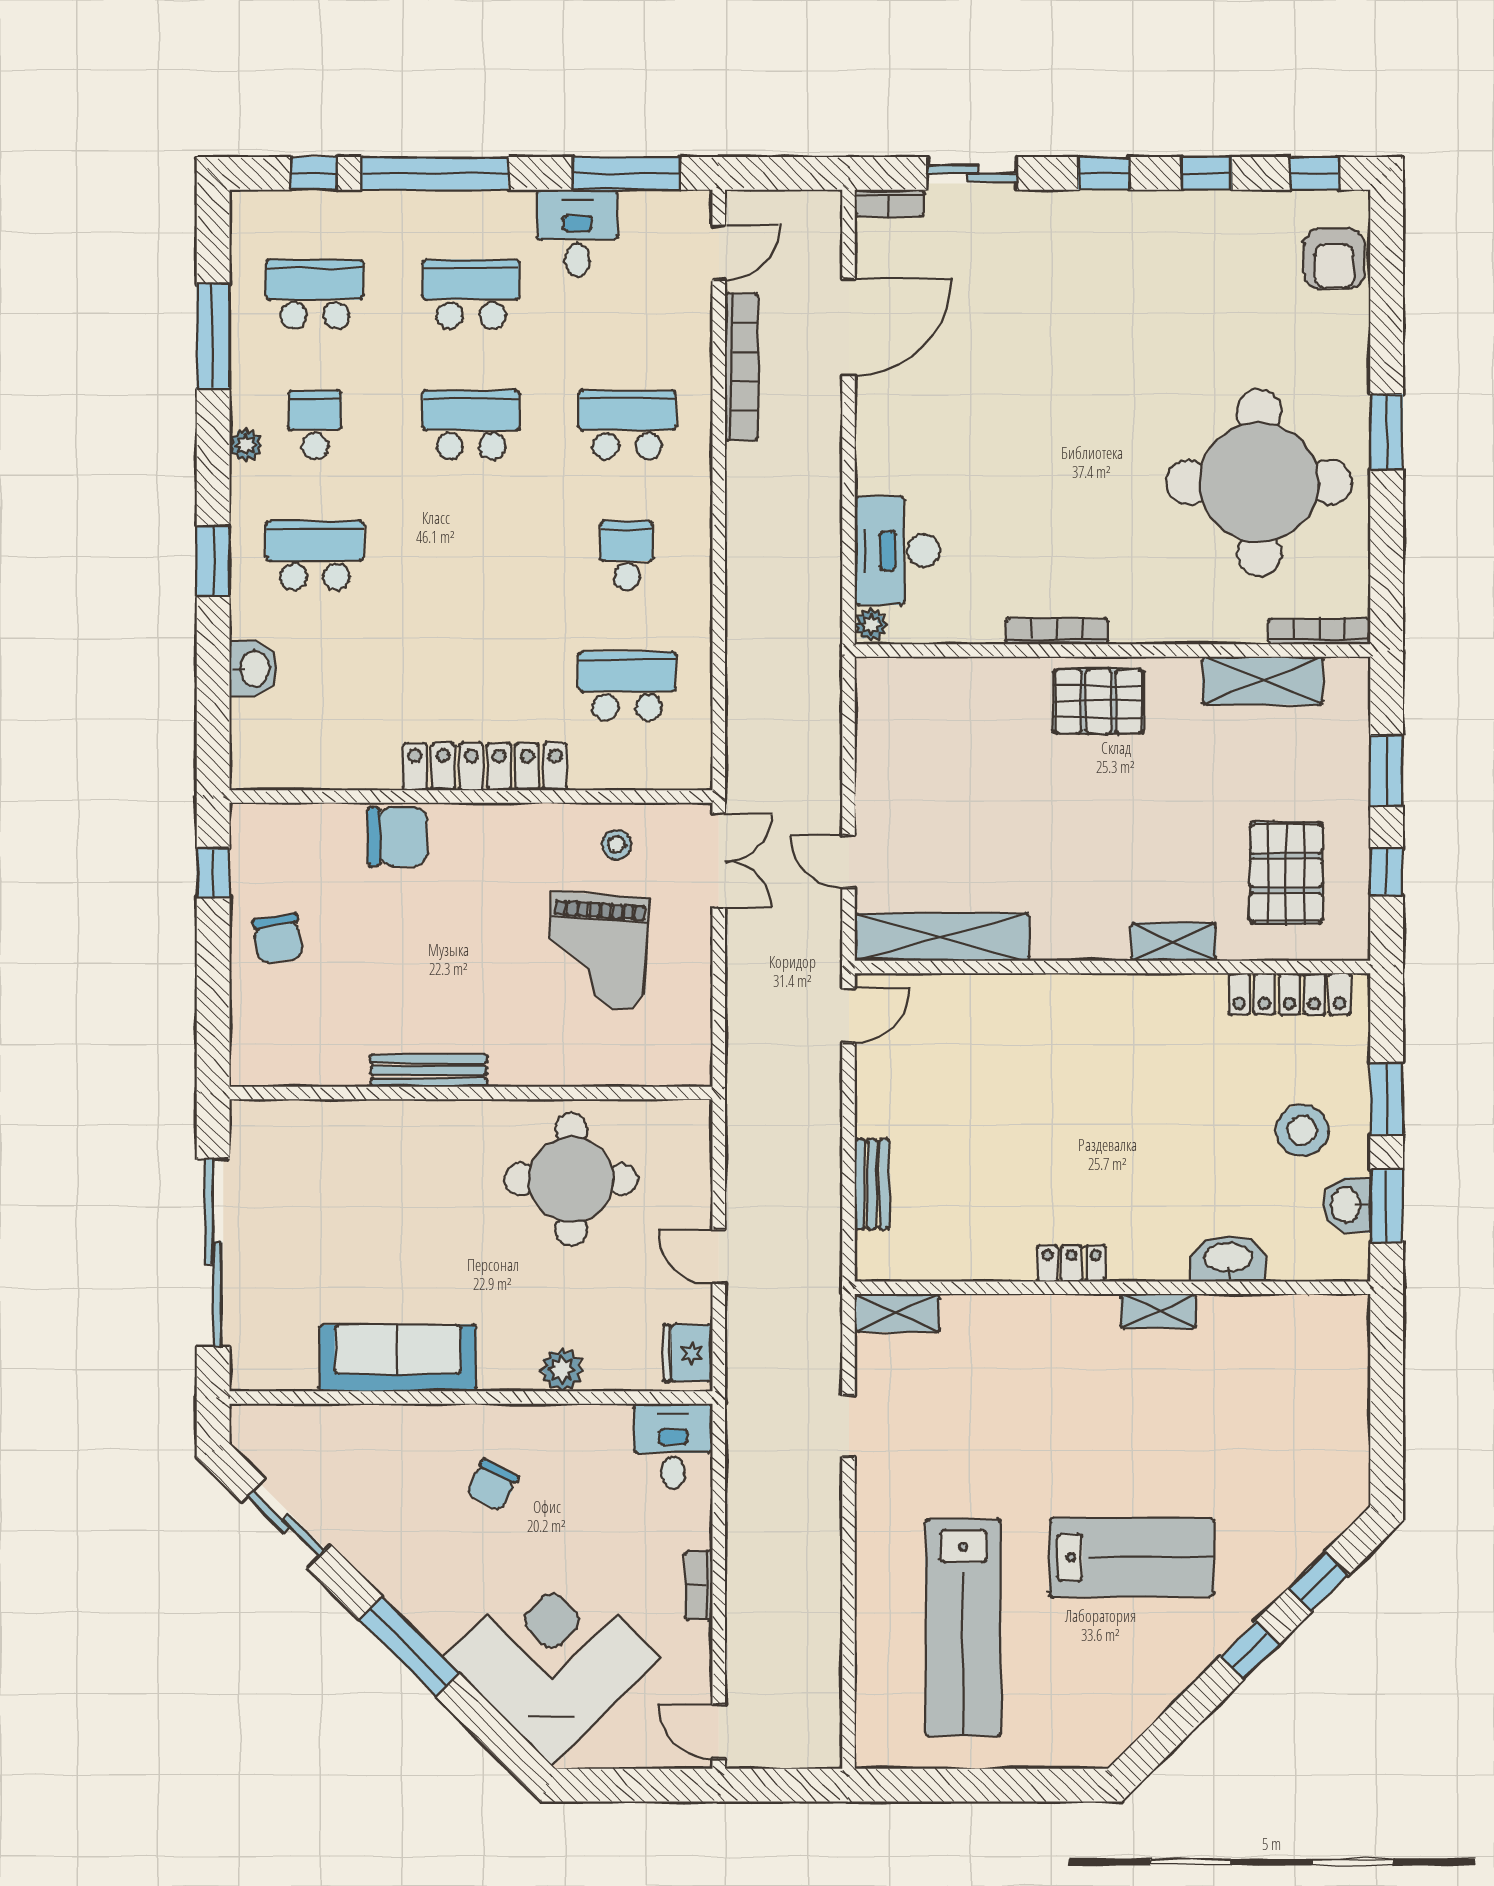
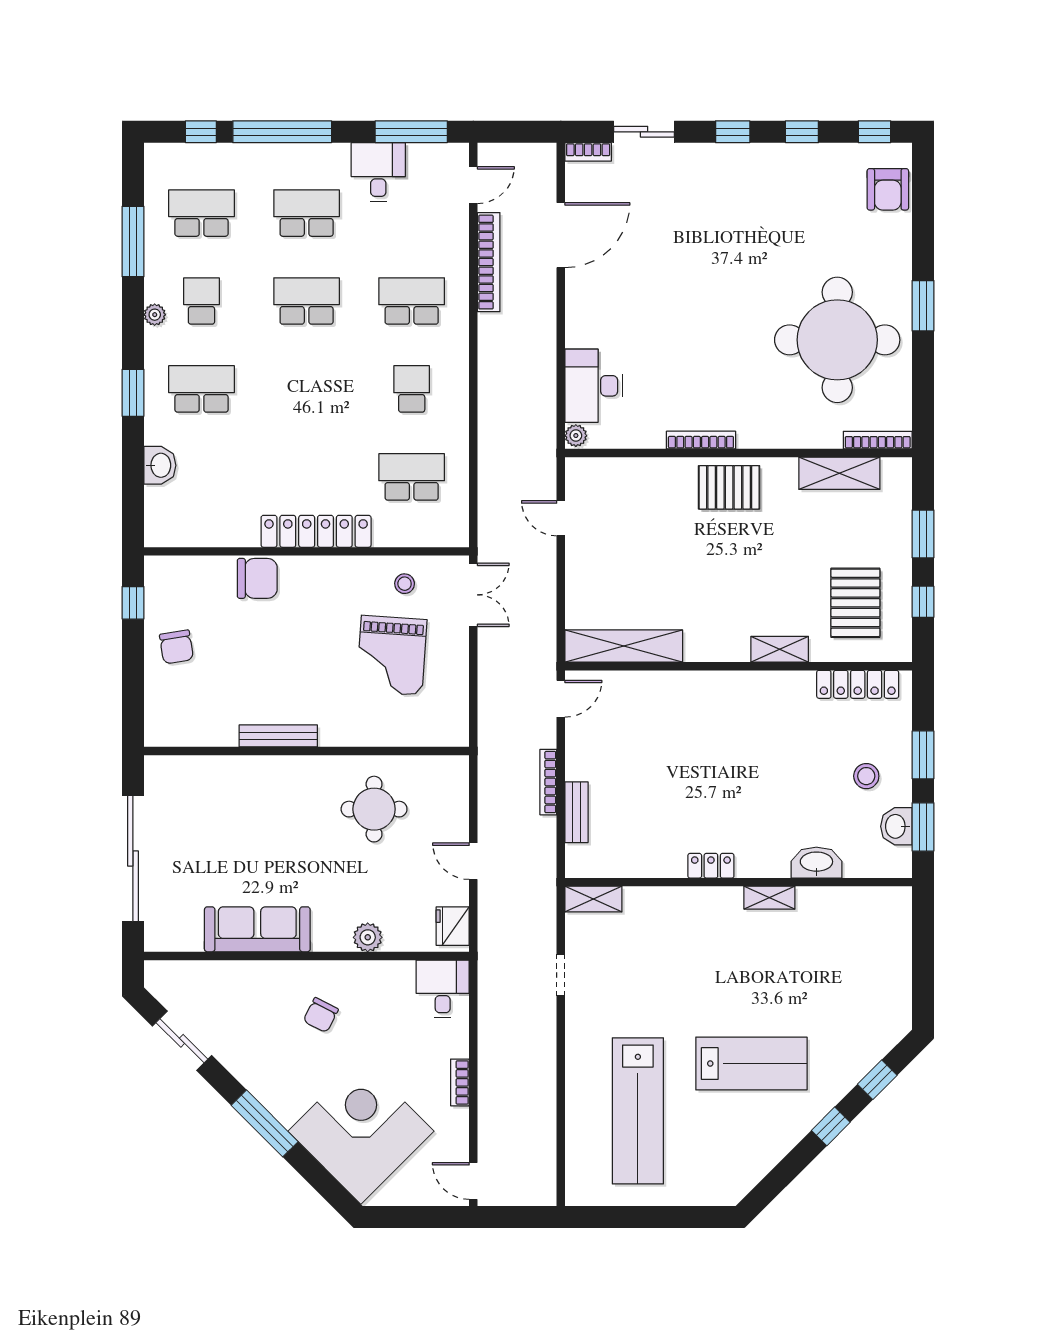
door: (849, 862) -> (561, 518), moved
stool: (1302, 1130) -> (866, 776), width x0.73, depth x0.73
bookcase: (830, 1139) -> (548, 782), added
round table: (571, 1179) -> (374, 809), width x0.73, depth x0.73

